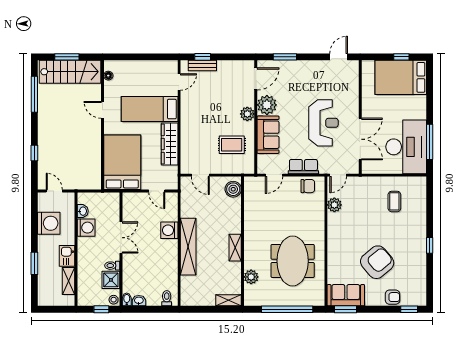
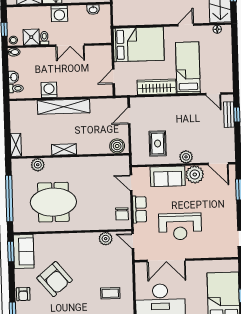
washing machine: (86, 228) -> (59, 14), moved
washing machine: (169, 230) -> (49, 90), moved
washbasin: (139, 301) -> (14, 77), moved

